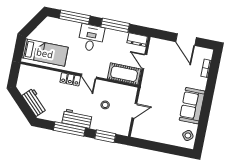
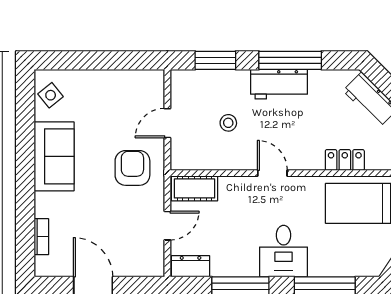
door: (144, 61) -> (167, 226), hinge flipped
cot: (124, 74) -> (195, 188), width x0.73, depth x0.75
locker: (70, 79) -> (345, 160), moved
armchair: (156, 93) -> (132, 168), added

